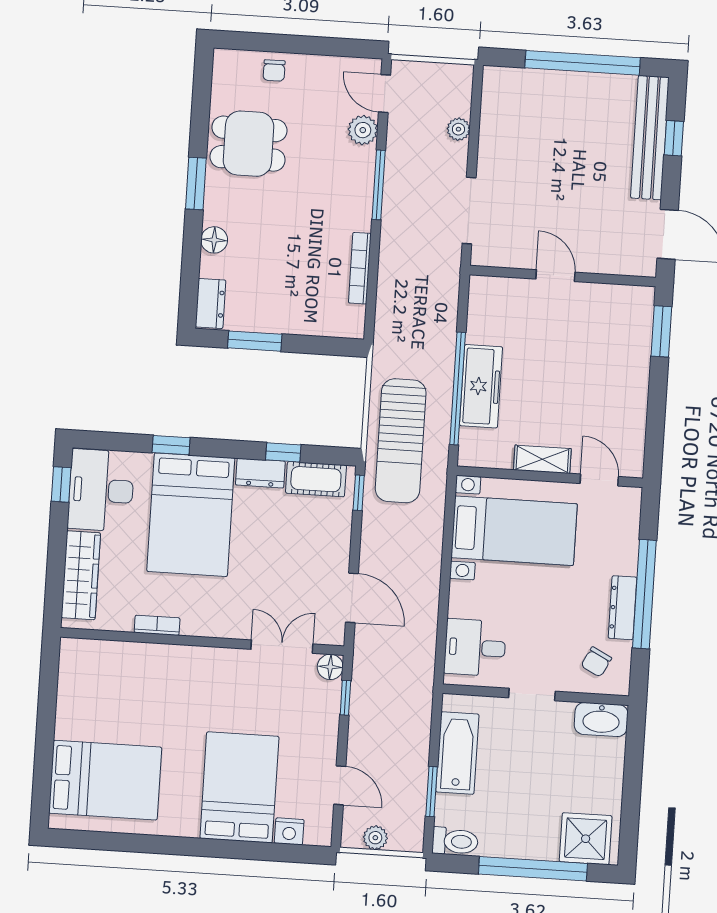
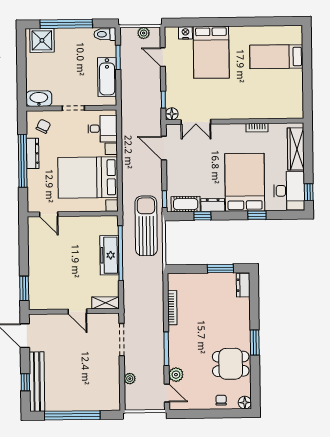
floor lamp: (214, 240) -> (245, 403), moved
shelving: (542, 459) -> (105, 303), moved
bed with nightstands: (514, 531) -> (88, 178), width x1.36
bed: (105, 780) -> (276, 57), width x0.67

